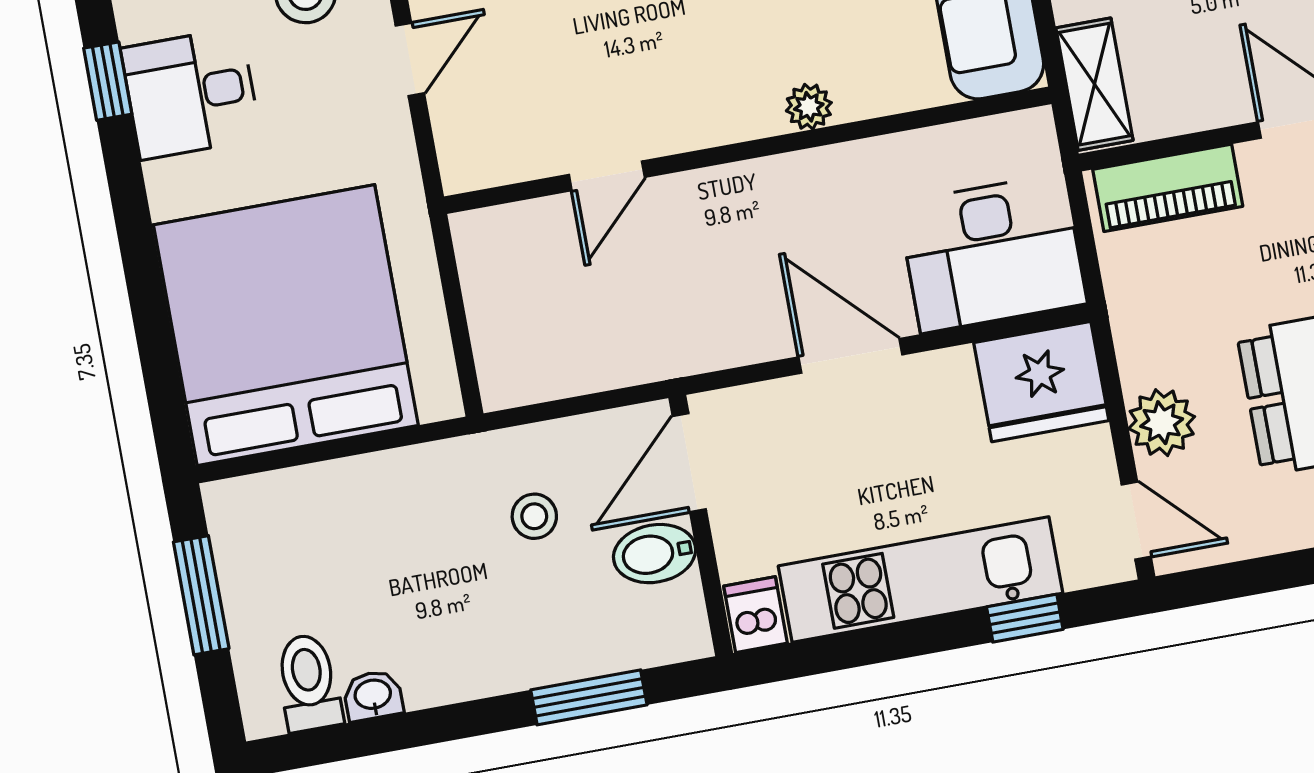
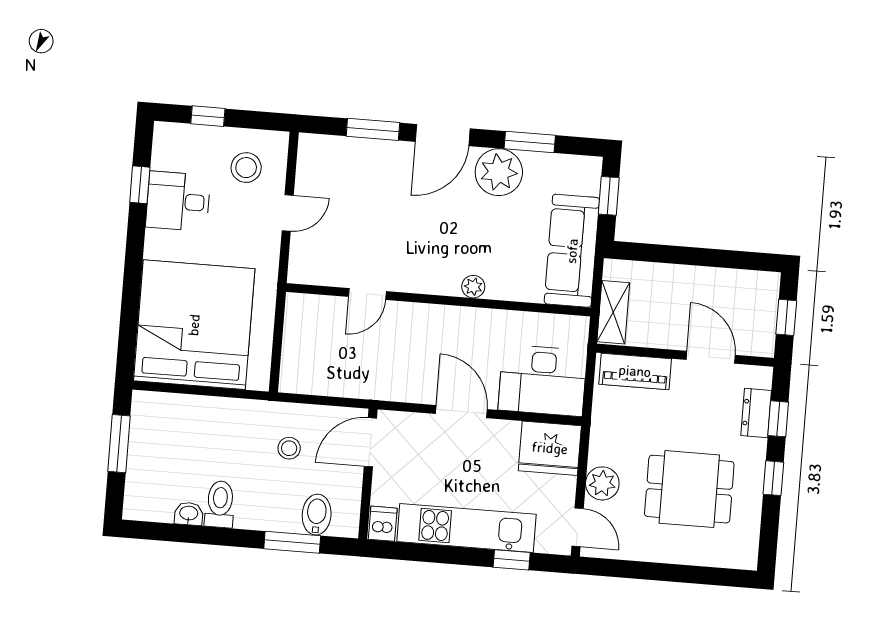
bidet: (655, 554) -> (317, 515), moved, turned 90
toilet: (309, 683) -> (220, 504), moved

